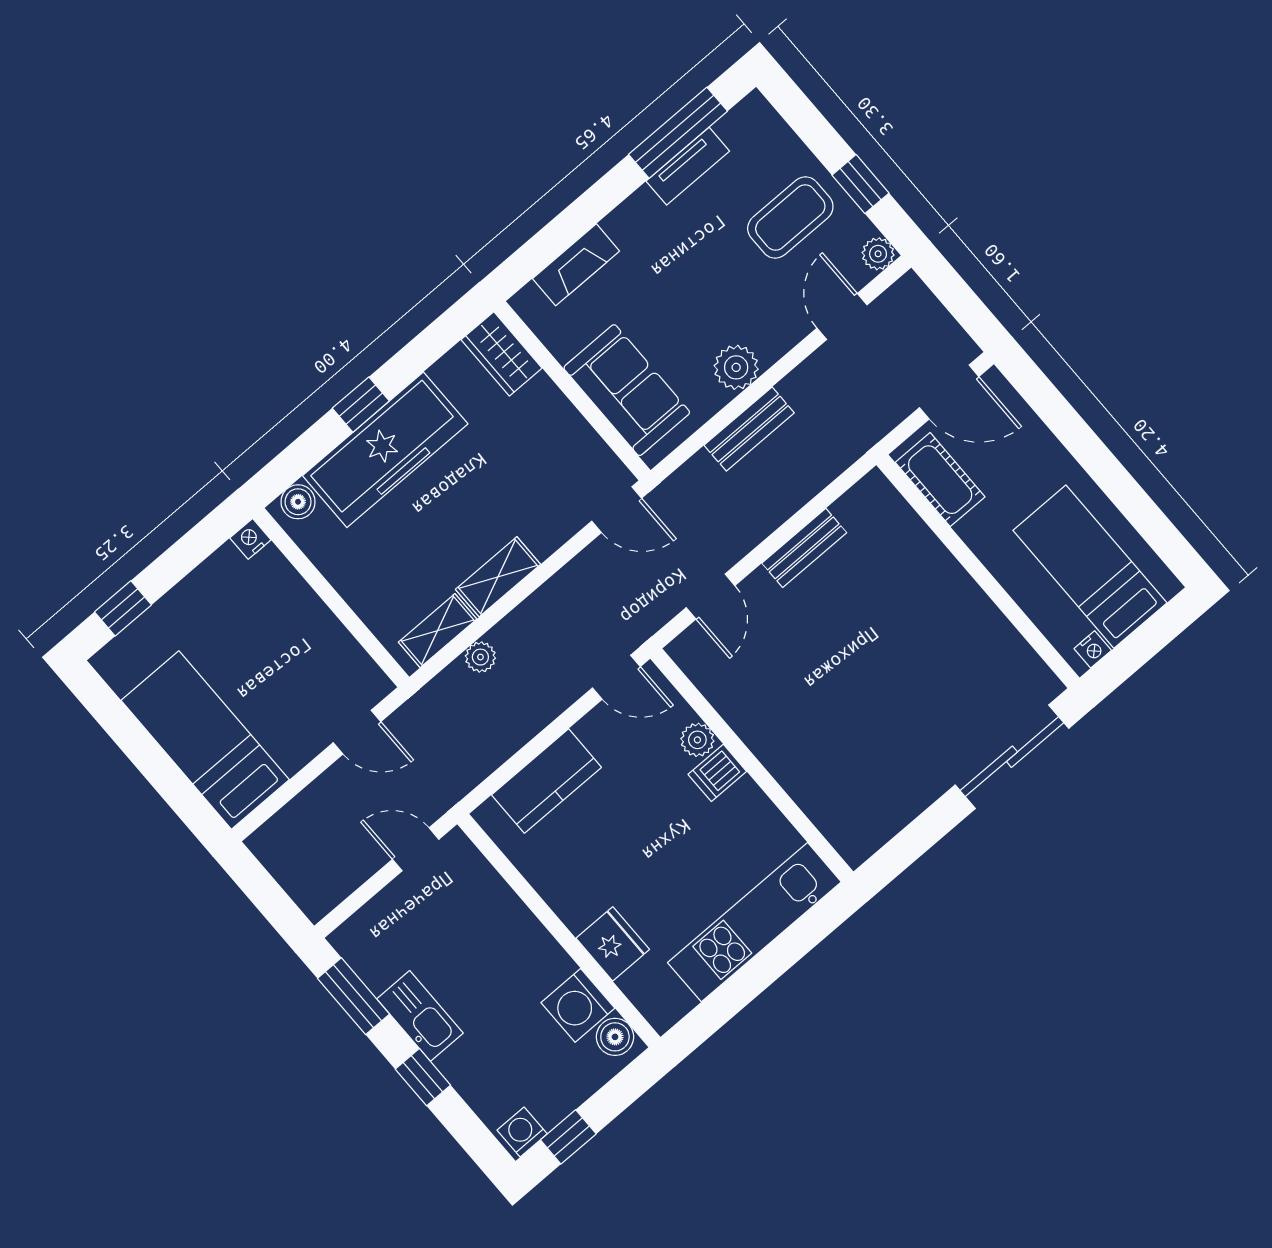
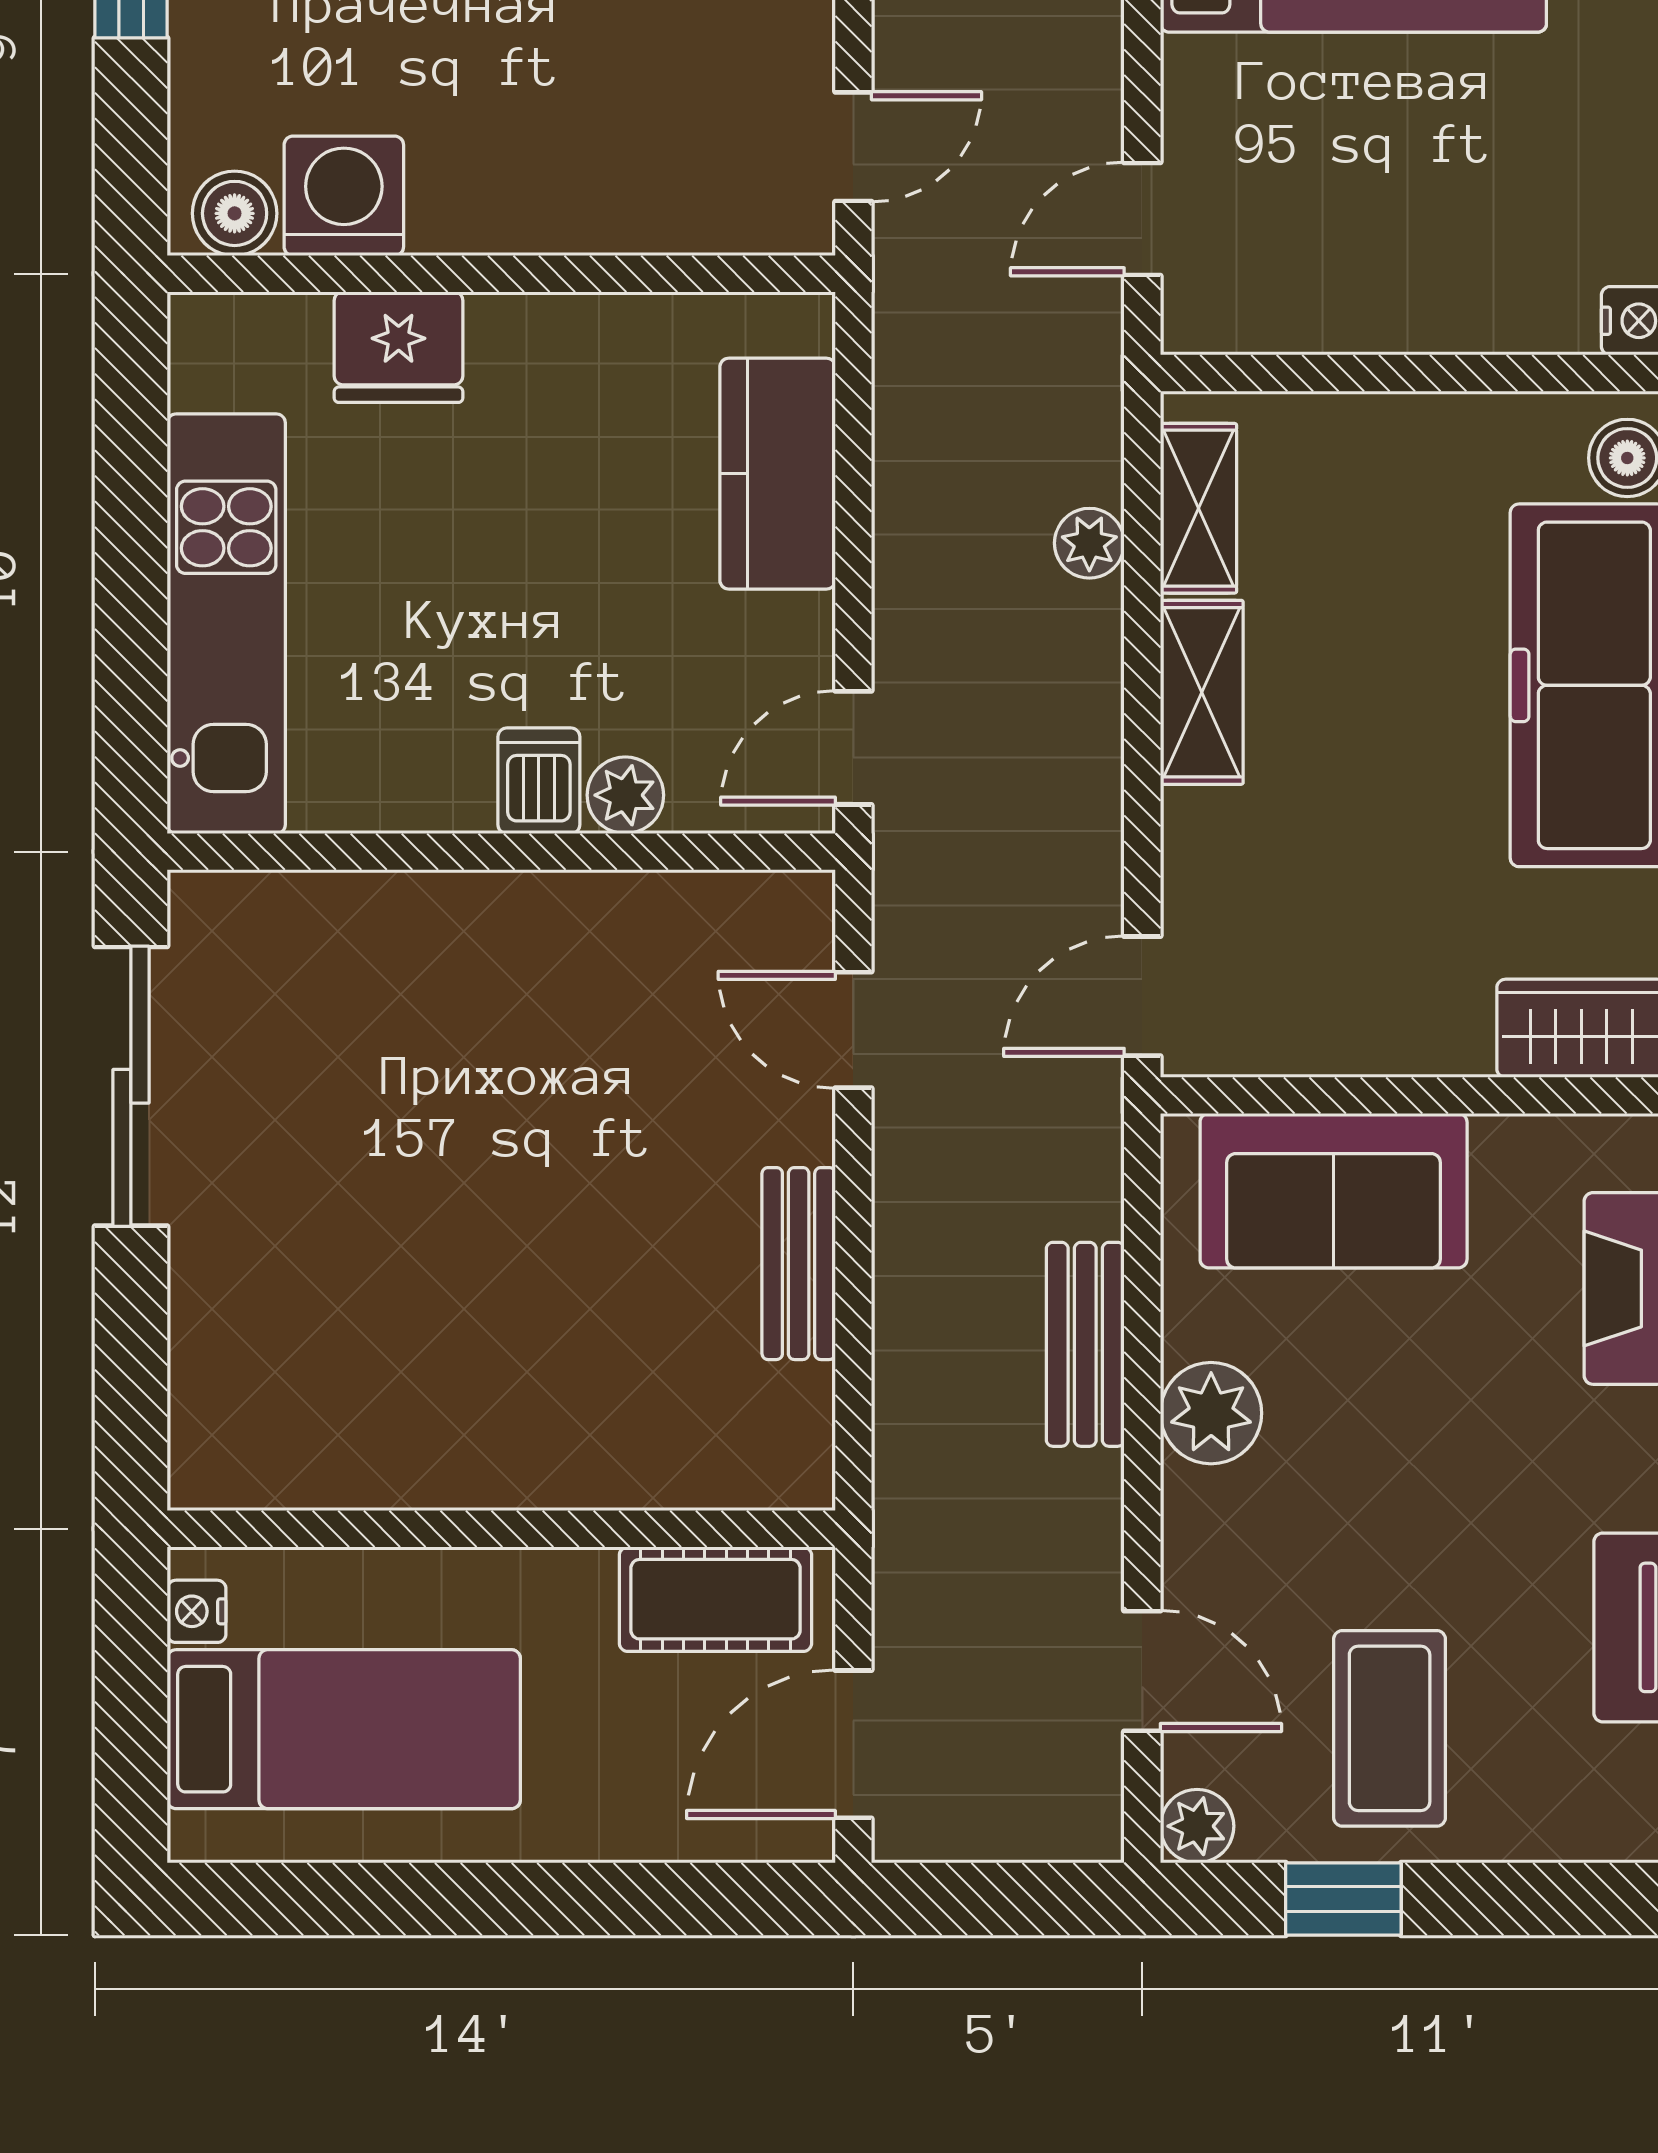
sliding door: (1012, 757) -> (131, 1086), moved

